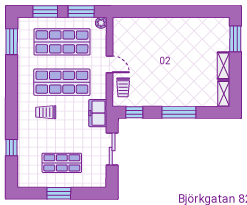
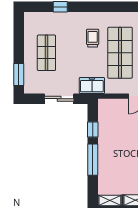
trolley: (123, 87) -> (115, 109), removed
window: (134, 112) -> (93, 129), moved
window: (59, 193) -> (19, 74), moved

